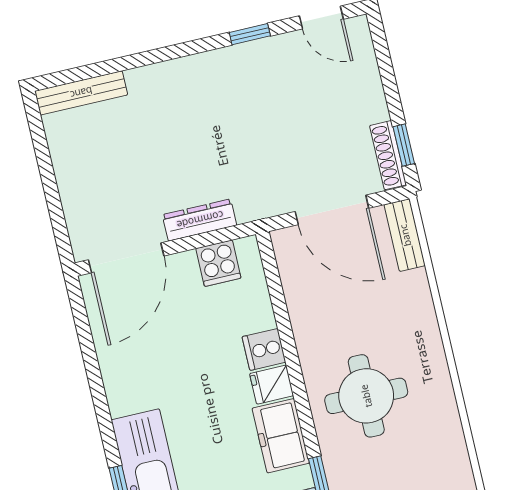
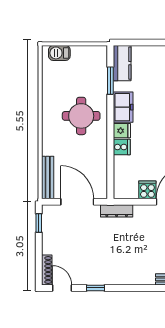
shoe rack: (388, 155) -> (47, 270), moved
dresser: (200, 220) -> (117, 211), moved
bench: (405, 235) -> (48, 177), width x1.36
cooker: (218, 263) -> (147, 190), moved

